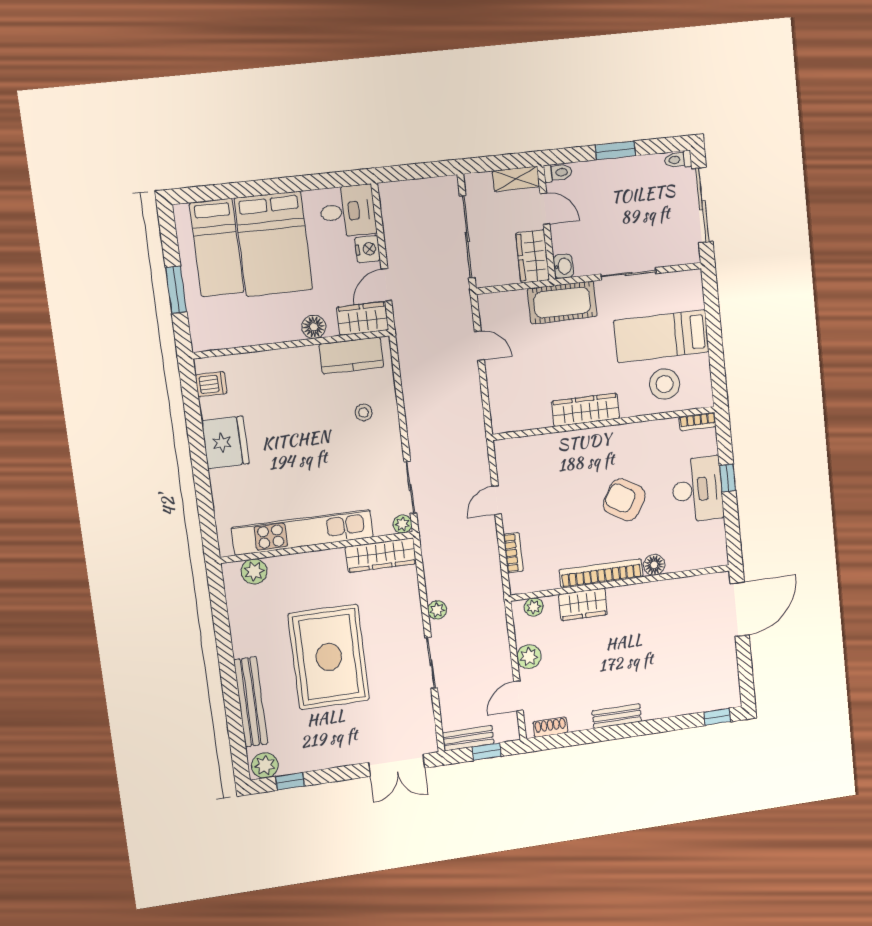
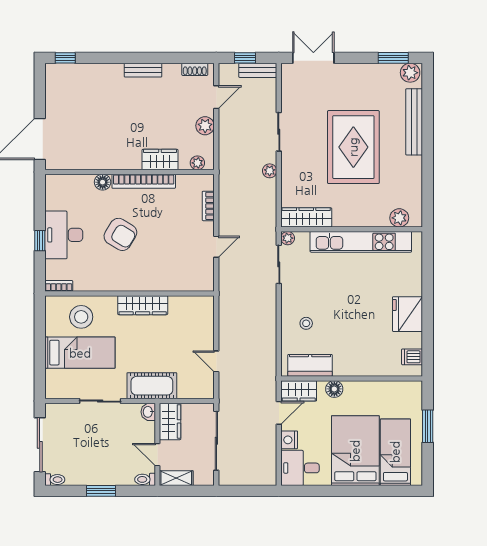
window: (290, 781) -> (393, 58), width x1.50

